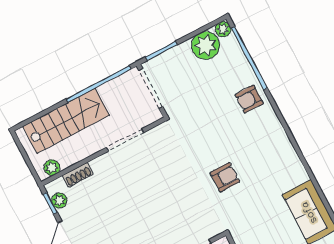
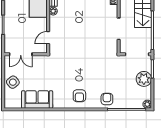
plant: (206, 45) -> (144, 79), moved
armchair: (225, 177) -> (79, 96), moved

